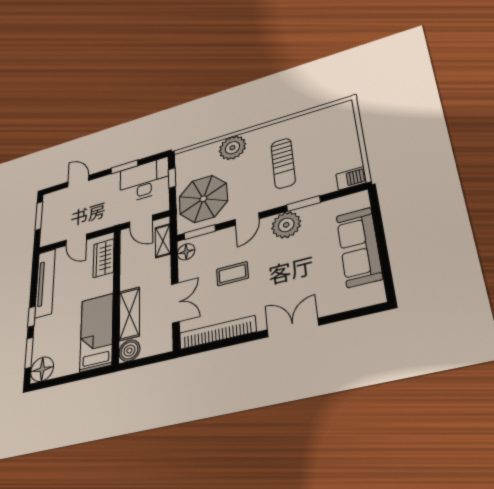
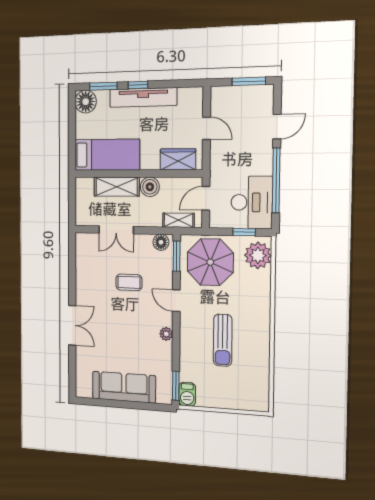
plant: (232, 148) -> (258, 255), moved
sun lounger: (283, 163) -> (223, 340), turned -90
window: (124, 167) -> (276, 180), width x2.11
window: (304, 204) -> (176, 386), moved
plant: (286, 225) -> (166, 334), width x0.53, depth x0.53
door: (76, 240) -> (206, 128), swing flipped
coffee table: (232, 274) -> (129, 282), turned 90
tv unit: (45, 283) -> (143, 97), moved
bookcase: (217, 332) -> (82, 265), removed
boiler: (129, 351) -> (150, 187), moved

